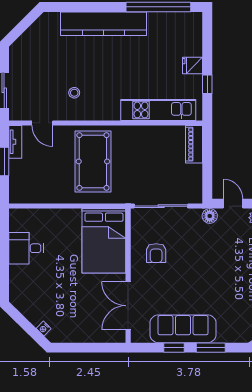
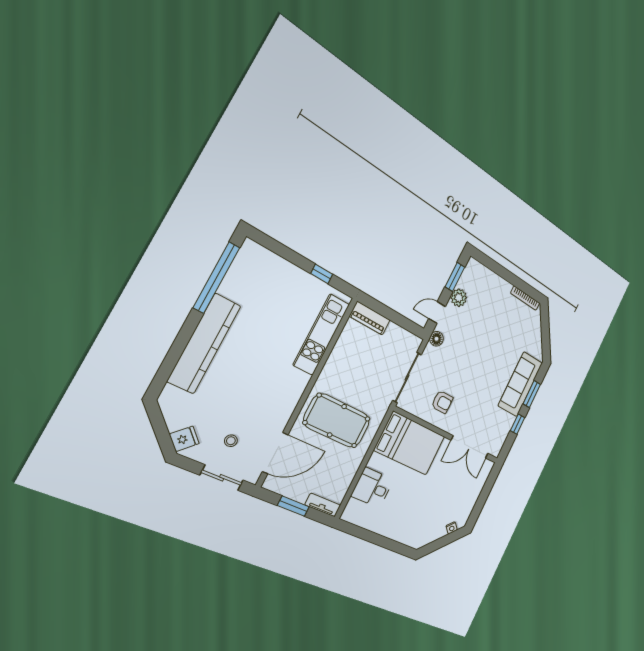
fridge: (193, 65) -> (184, 439), moved, turned -135
stool: (74, 93) -> (231, 441), moved
door: (42, 123) -> (275, 453), width x1.88
tv unit: (15, 142) -> (323, 505), moved
desk: (26, 248) -> (372, 488), moved, turned 90
sofa: (183, 329) -> (520, 384), moved

